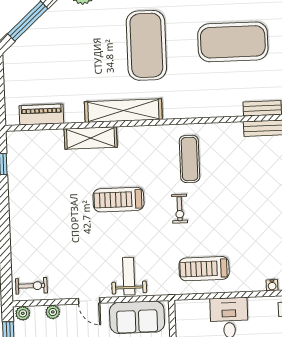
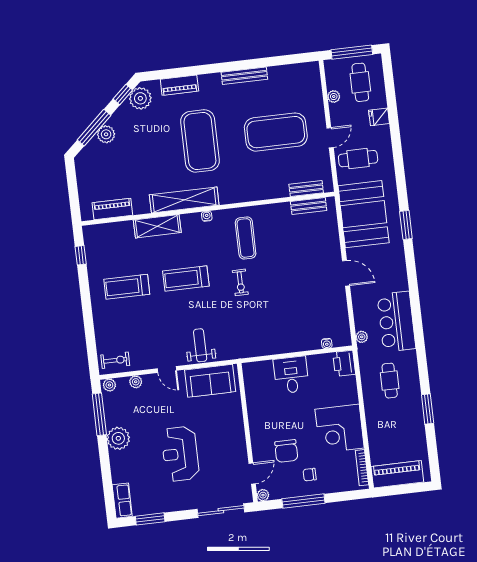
plant: (41, 30) -> (106, 134), added
water cooler: (147, 131) -> (207, 216), added
treadmill: (204, 269) -> (127, 287), moved

